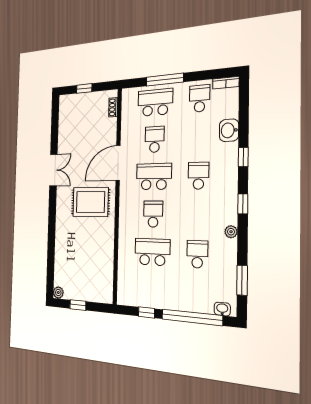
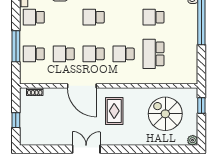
school desk: (155, 102) -> (34, 54), width x0.54
school desk: (154, 177) -> (94, 54), width x0.54
rug: (90, 202) -> (114, 111), width x0.73, depth x0.70
spiral stairs: (86, 263) -> (165, 114), added
window: (78, 305) -> (201, 105), moved
window: (146, 312) -> (201, 58), removed

